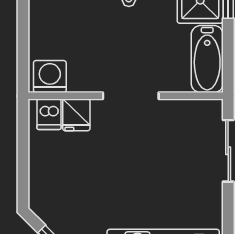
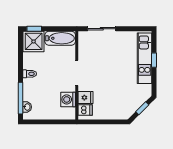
washing machine: (50, 77) -> (68, 99), moved

